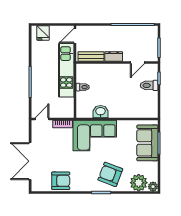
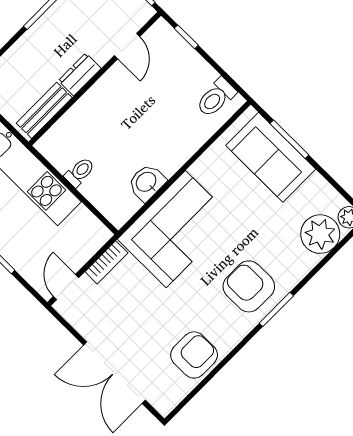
toilet: (149, 85) -> (216, 98), moved
armchair: (110, 174) -> (249, 286), moved, turned 69

